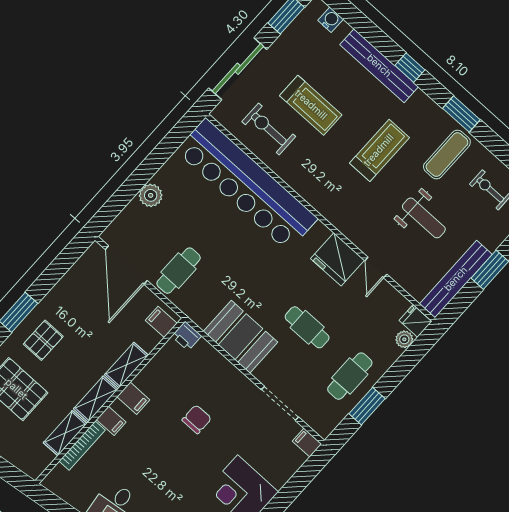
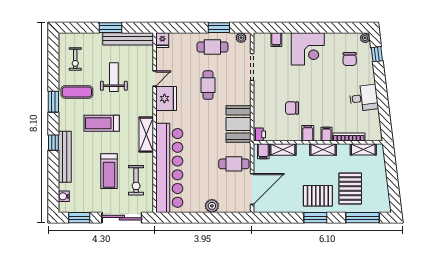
treadmill: (311, 105) -> (109, 171), turned 180
shelving: (315, 194) -> (146, 135), added
booth: (240, 337) -> (238, 124), moved
plant: (404, 339) -> (241, 38), moved
pallet: (43, 340) -> (318, 196), width x1.50, depth x1.42
shelving: (126, 365) -> (283, 149), moved
chair: (197, 419) -> (292, 108), moved
shelving: (65, 433) -> (363, 149), moved
filing cabinet: (307, 443) -> (276, 40), moved

